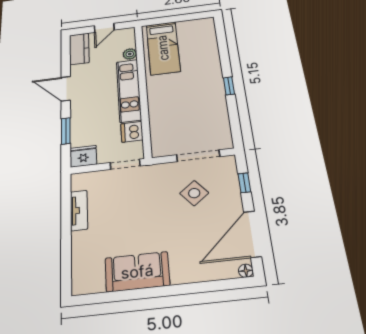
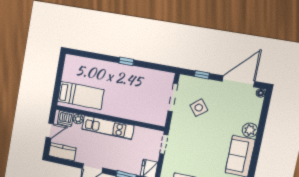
door: (104, 28) -> (50, 131), hinge flipped
dishwasher: (132, 132) -> (65, 118), moved
door: (252, 234) -> (238, 81), swing flipped
plant: (182, 273) -> (250, 130), added

